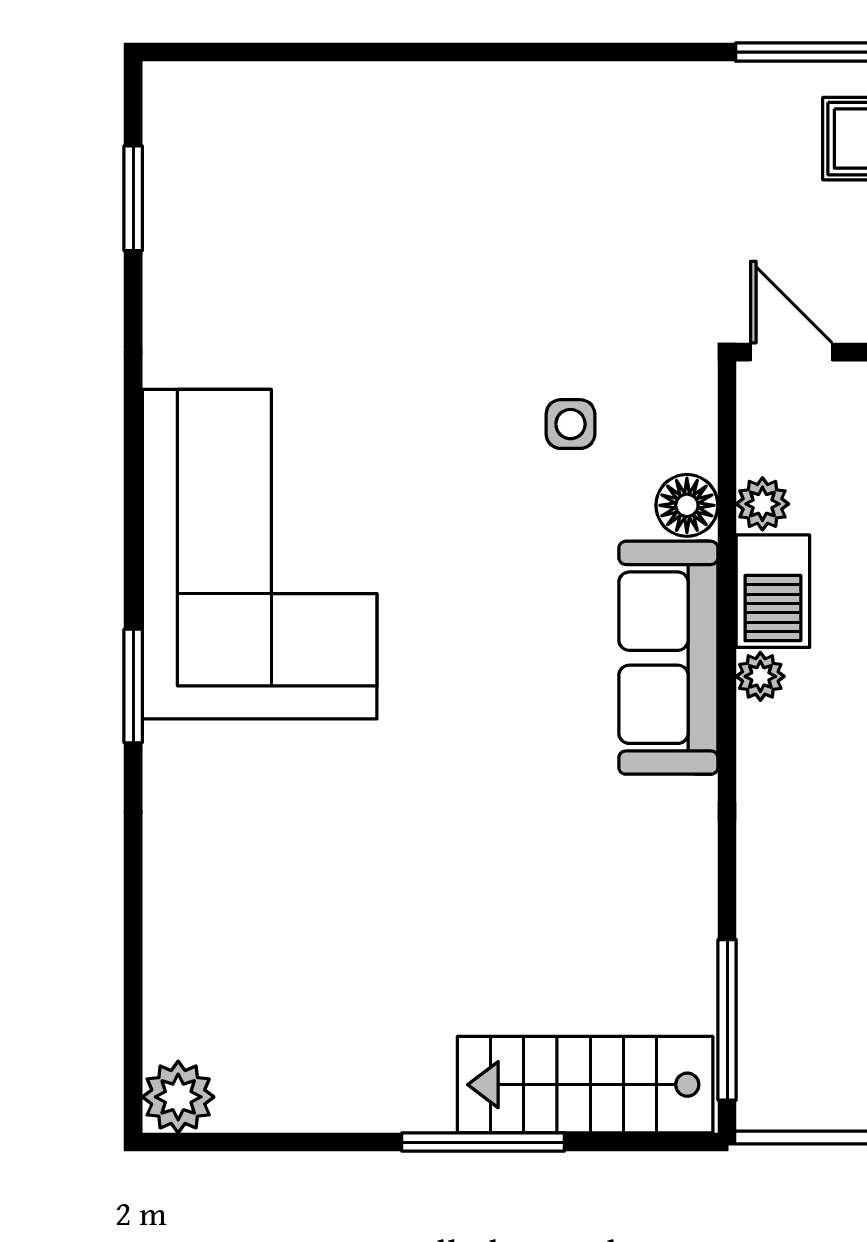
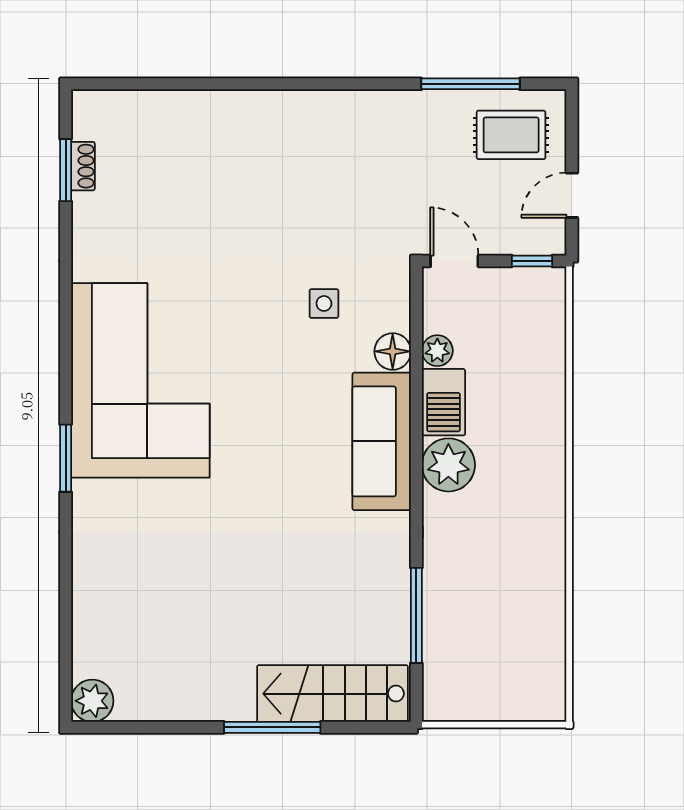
shoe rack: (162, 191) -> (83, 166), added
plant: (760, 676) -> (448, 465), width x1.88, depth x1.88
window: (727, 1020) -> (416, 615), moved

